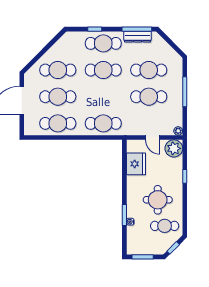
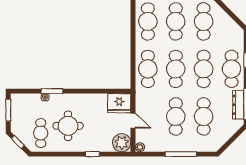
cafe table: (103, 97) -> (176, 69), added
door: (153, 137) -> (133, 121), swing flipped
fridge: (136, 164) -> (119, 103), moved

